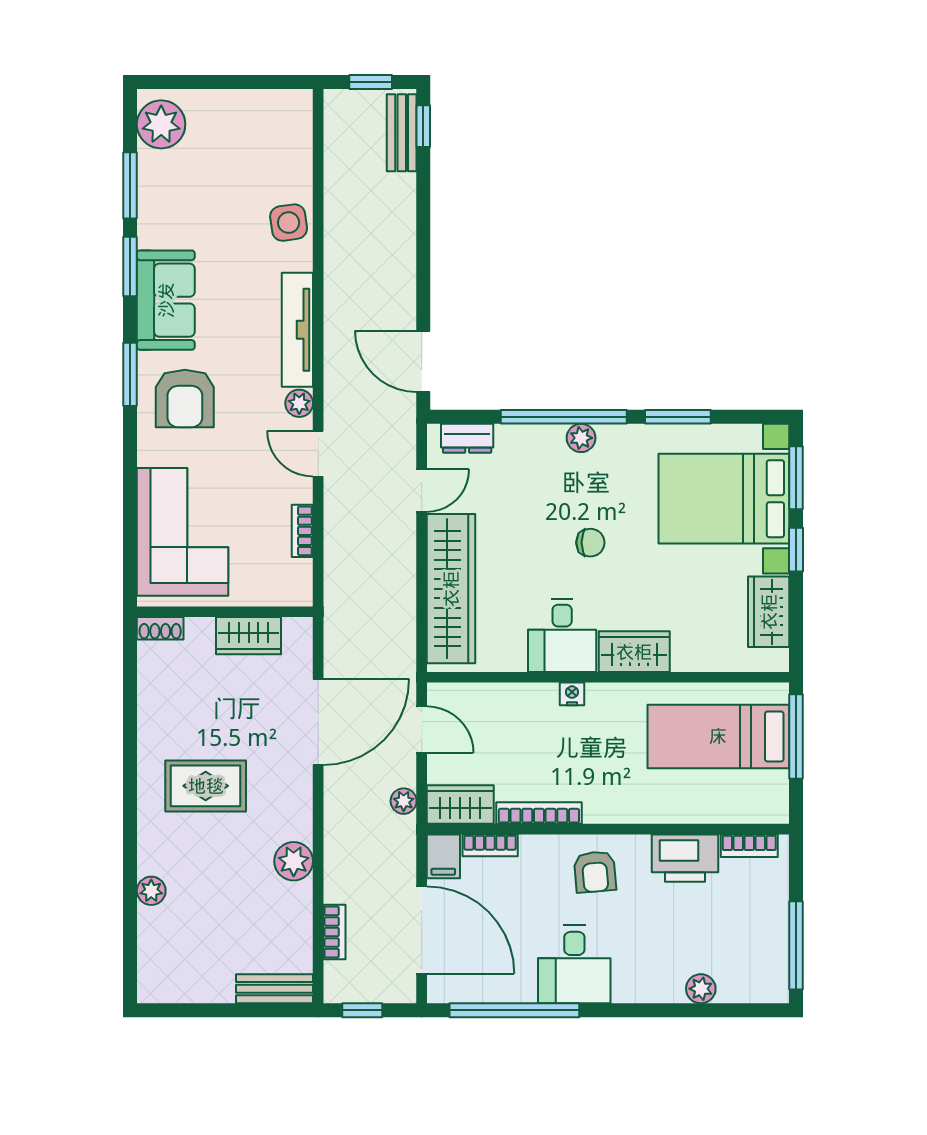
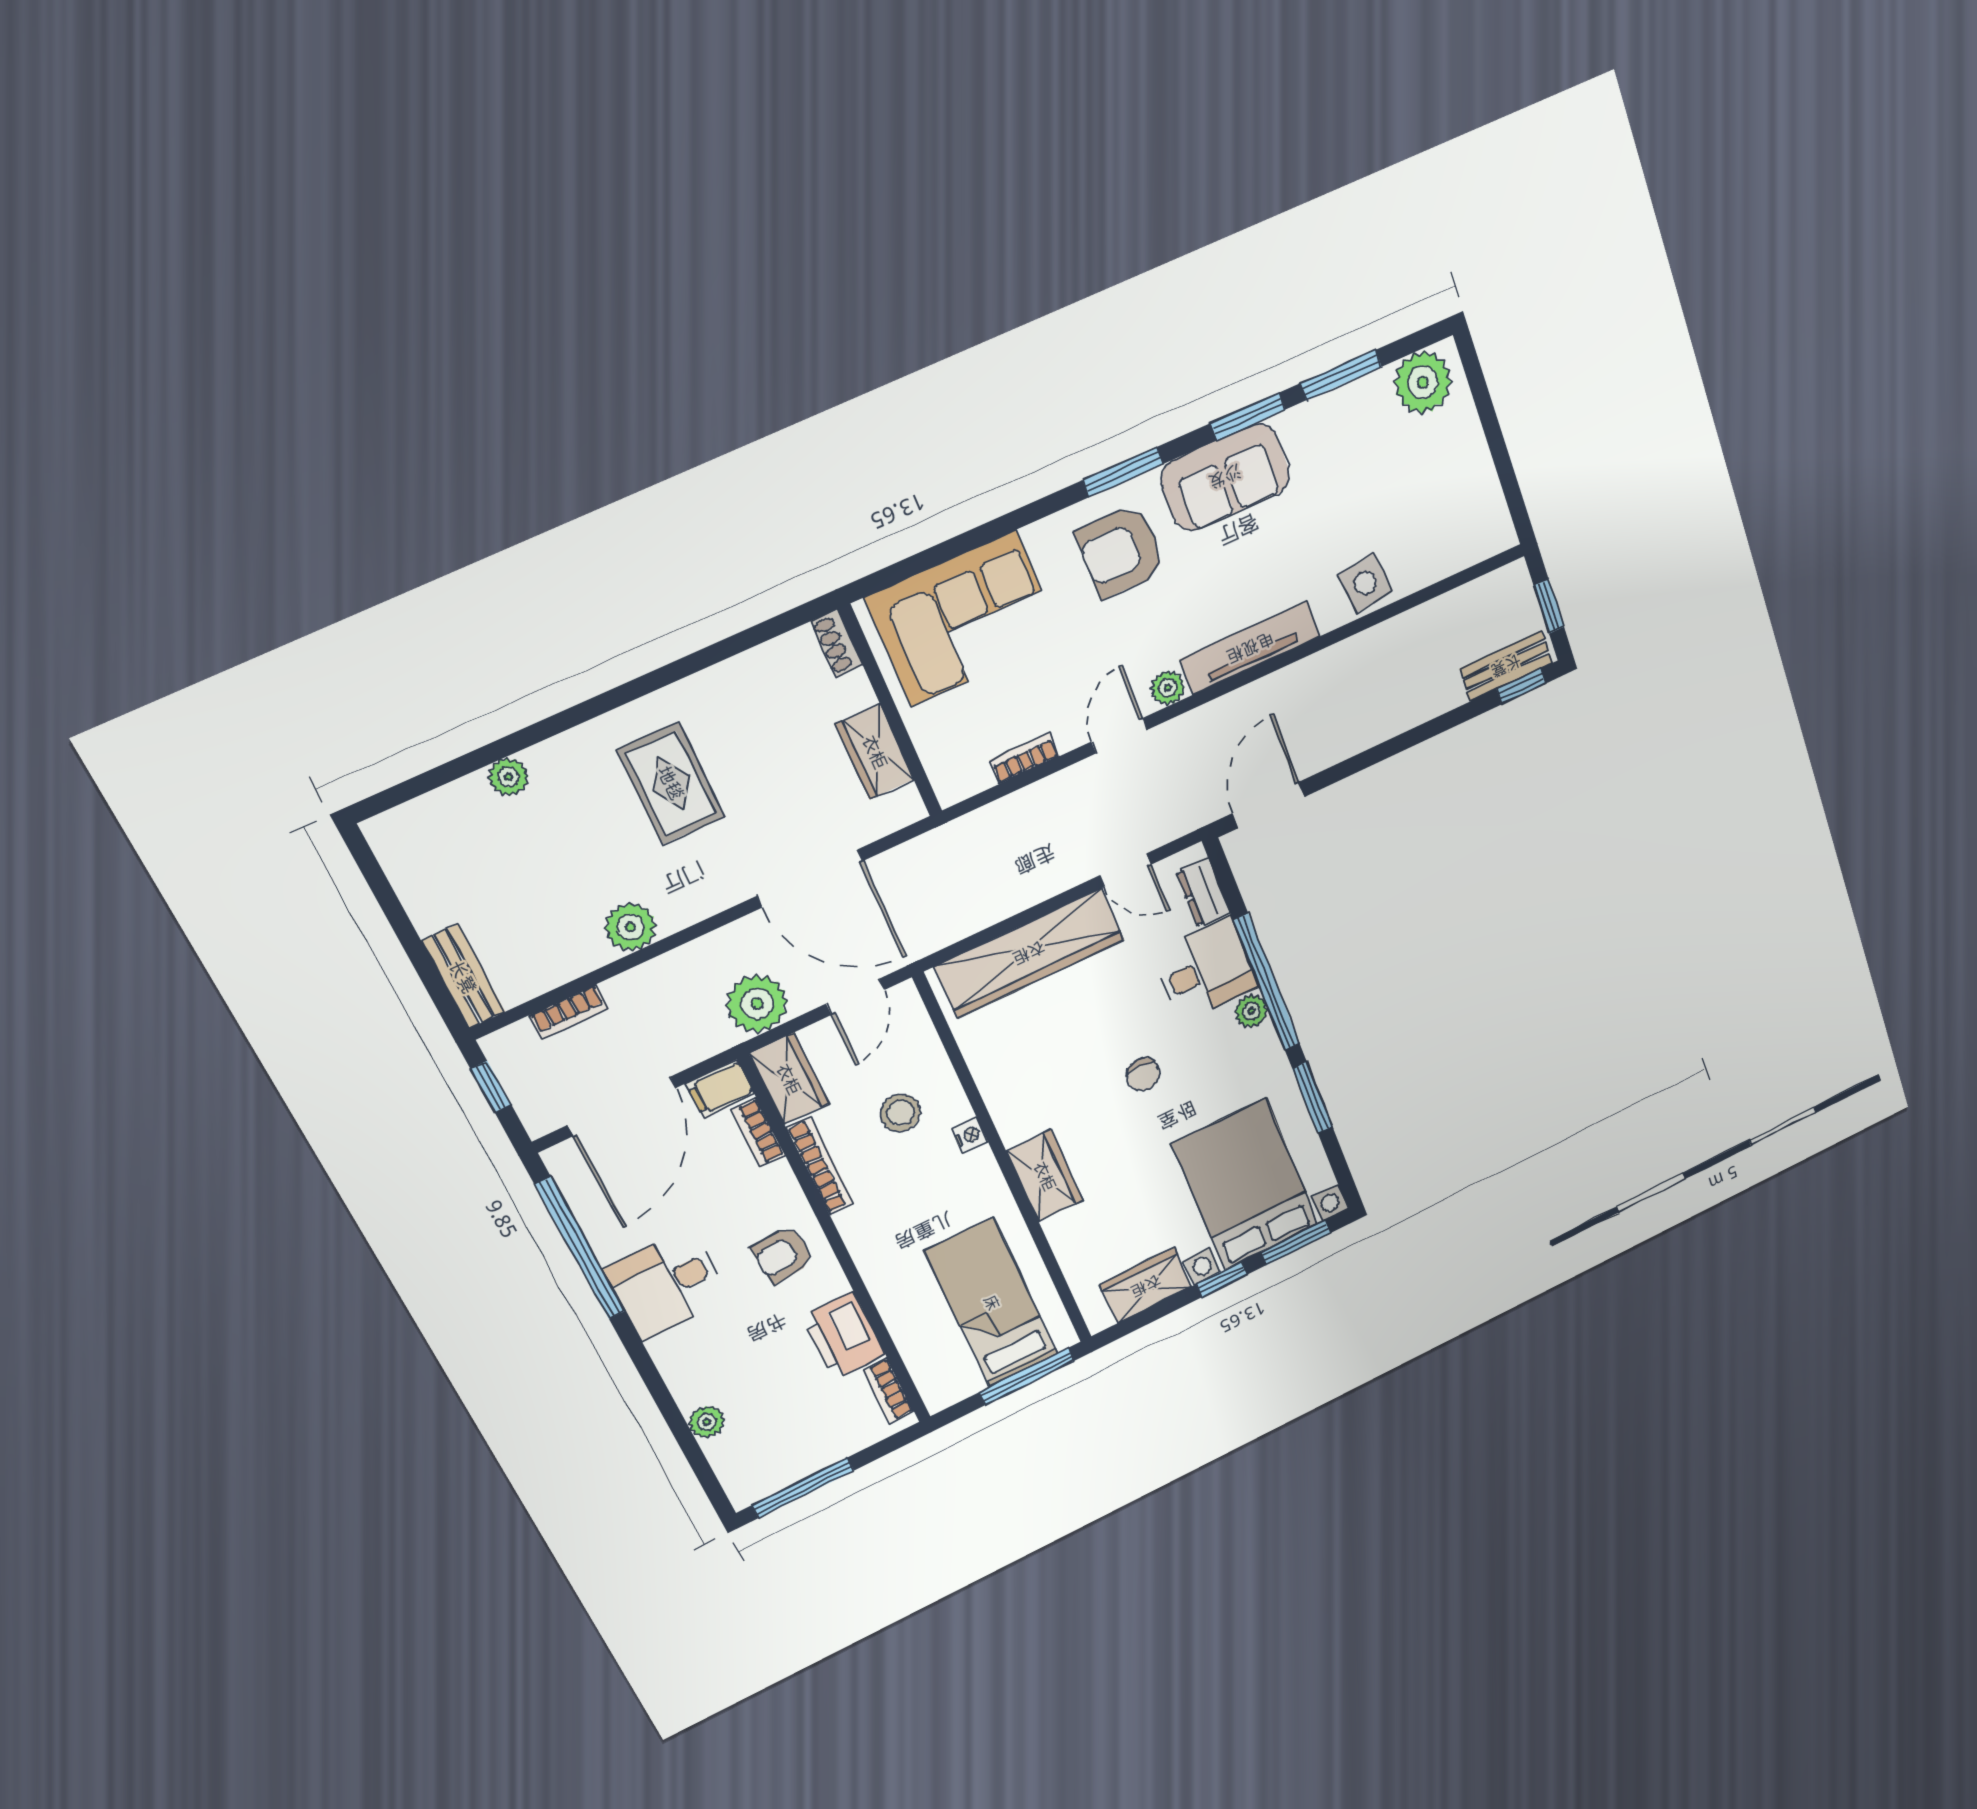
desk: (562, 635) -> (1206, 970), moved, turned 180
stool: (528, 737) -> (900, 1113), added
plant: (404, 801) -> (757, 1004), width x1.87, depth x1.87

